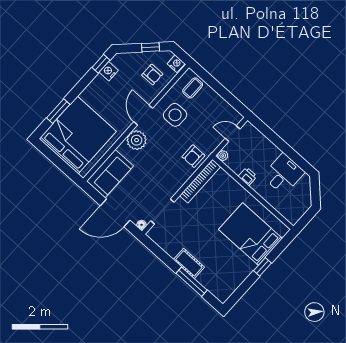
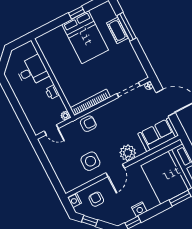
nightstand: (109, 71) -> (139, 209), moved
coffee table: (193, 88) -> (69, 177), removed
desk: (284, 174) -> (32, 71), moved, turned 180
bed: (250, 234) -> (85, 37), moved
cot: (189, 263) -> (117, 30), moved
window: (263, 267) -> (77, 13), moved

